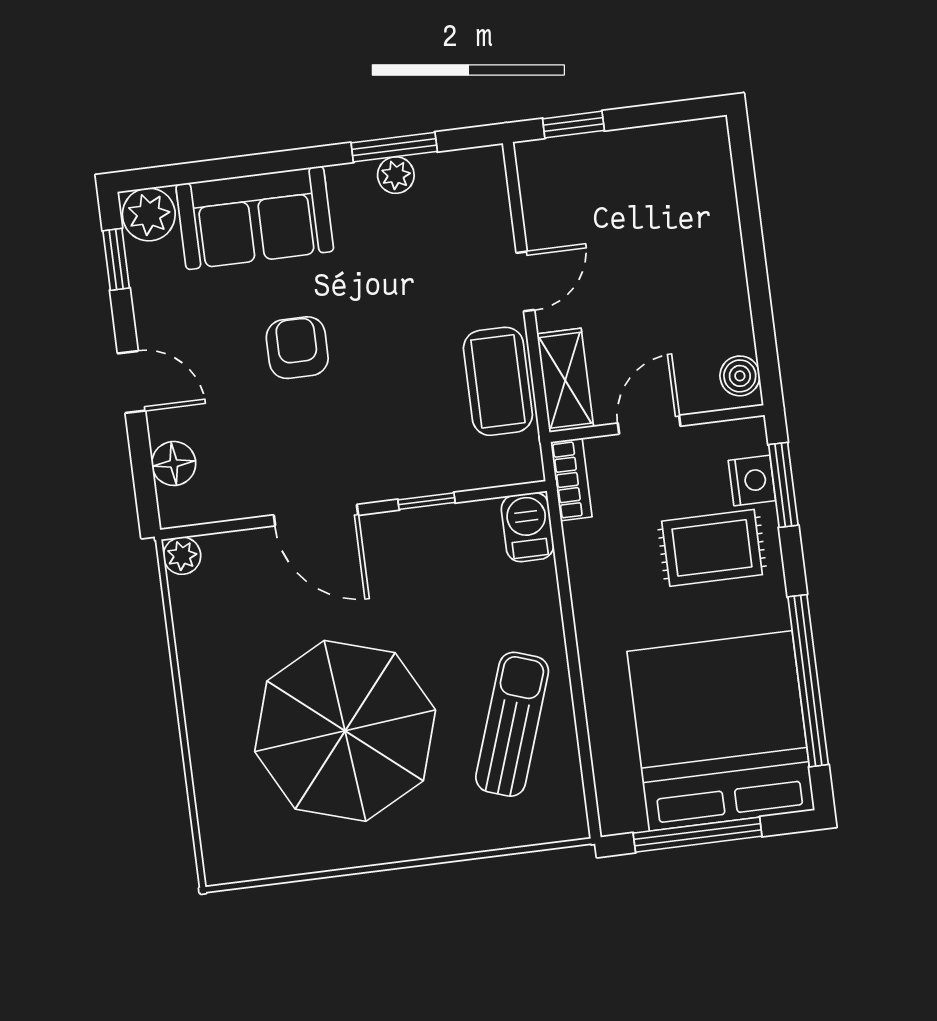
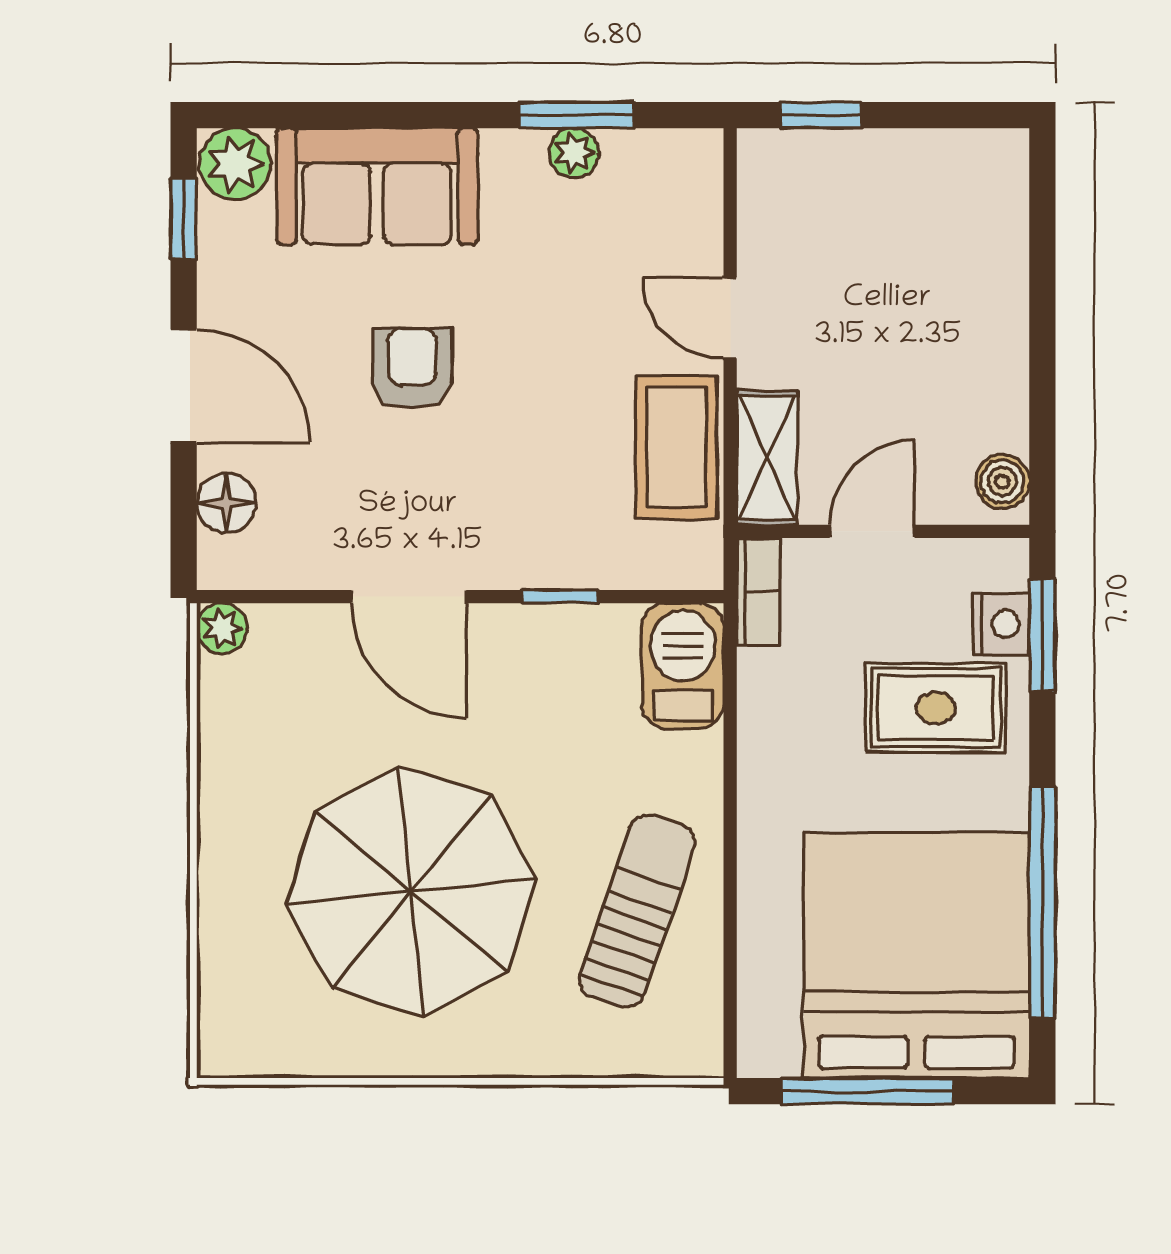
door: (525, 281) -> (730, 318), swing flipped
door: (132, 382) -> (184, 386), width x1.38
barbecue: (528, 527) -> (683, 666), width x1.38, depth x1.27

